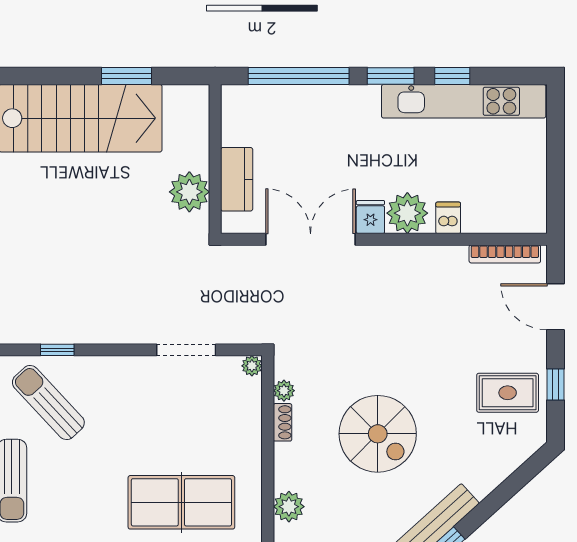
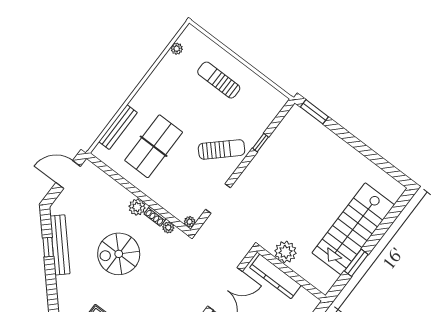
kitchen counter: (237, 179) -> (275, 276), width x1.50
sun lounger: (48, 403) -> (222, 149), moved
plant: (289, 507) -> (137, 207), moved

